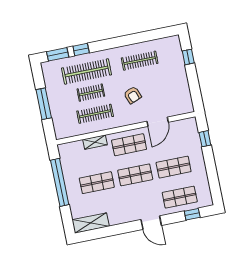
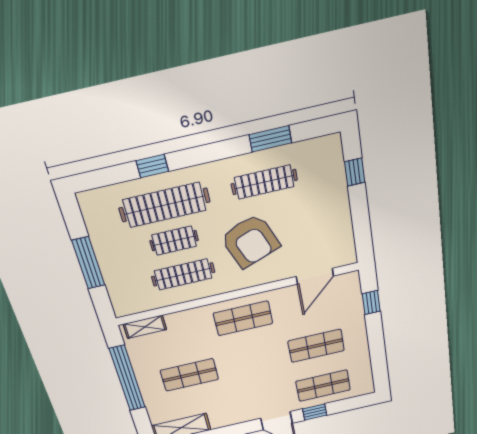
window: (58, 54) -> (270, 139), moved
armchair: (133, 95) -> (250, 241), width x1.88, depth x1.88
door: (158, 122) -> (315, 276), moved
shelving: (95, 142) -> (145, 327), moved
shop shelf: (135, 175) -> (253, 360), removed
window: (192, 214) -> (315, 412), moved

